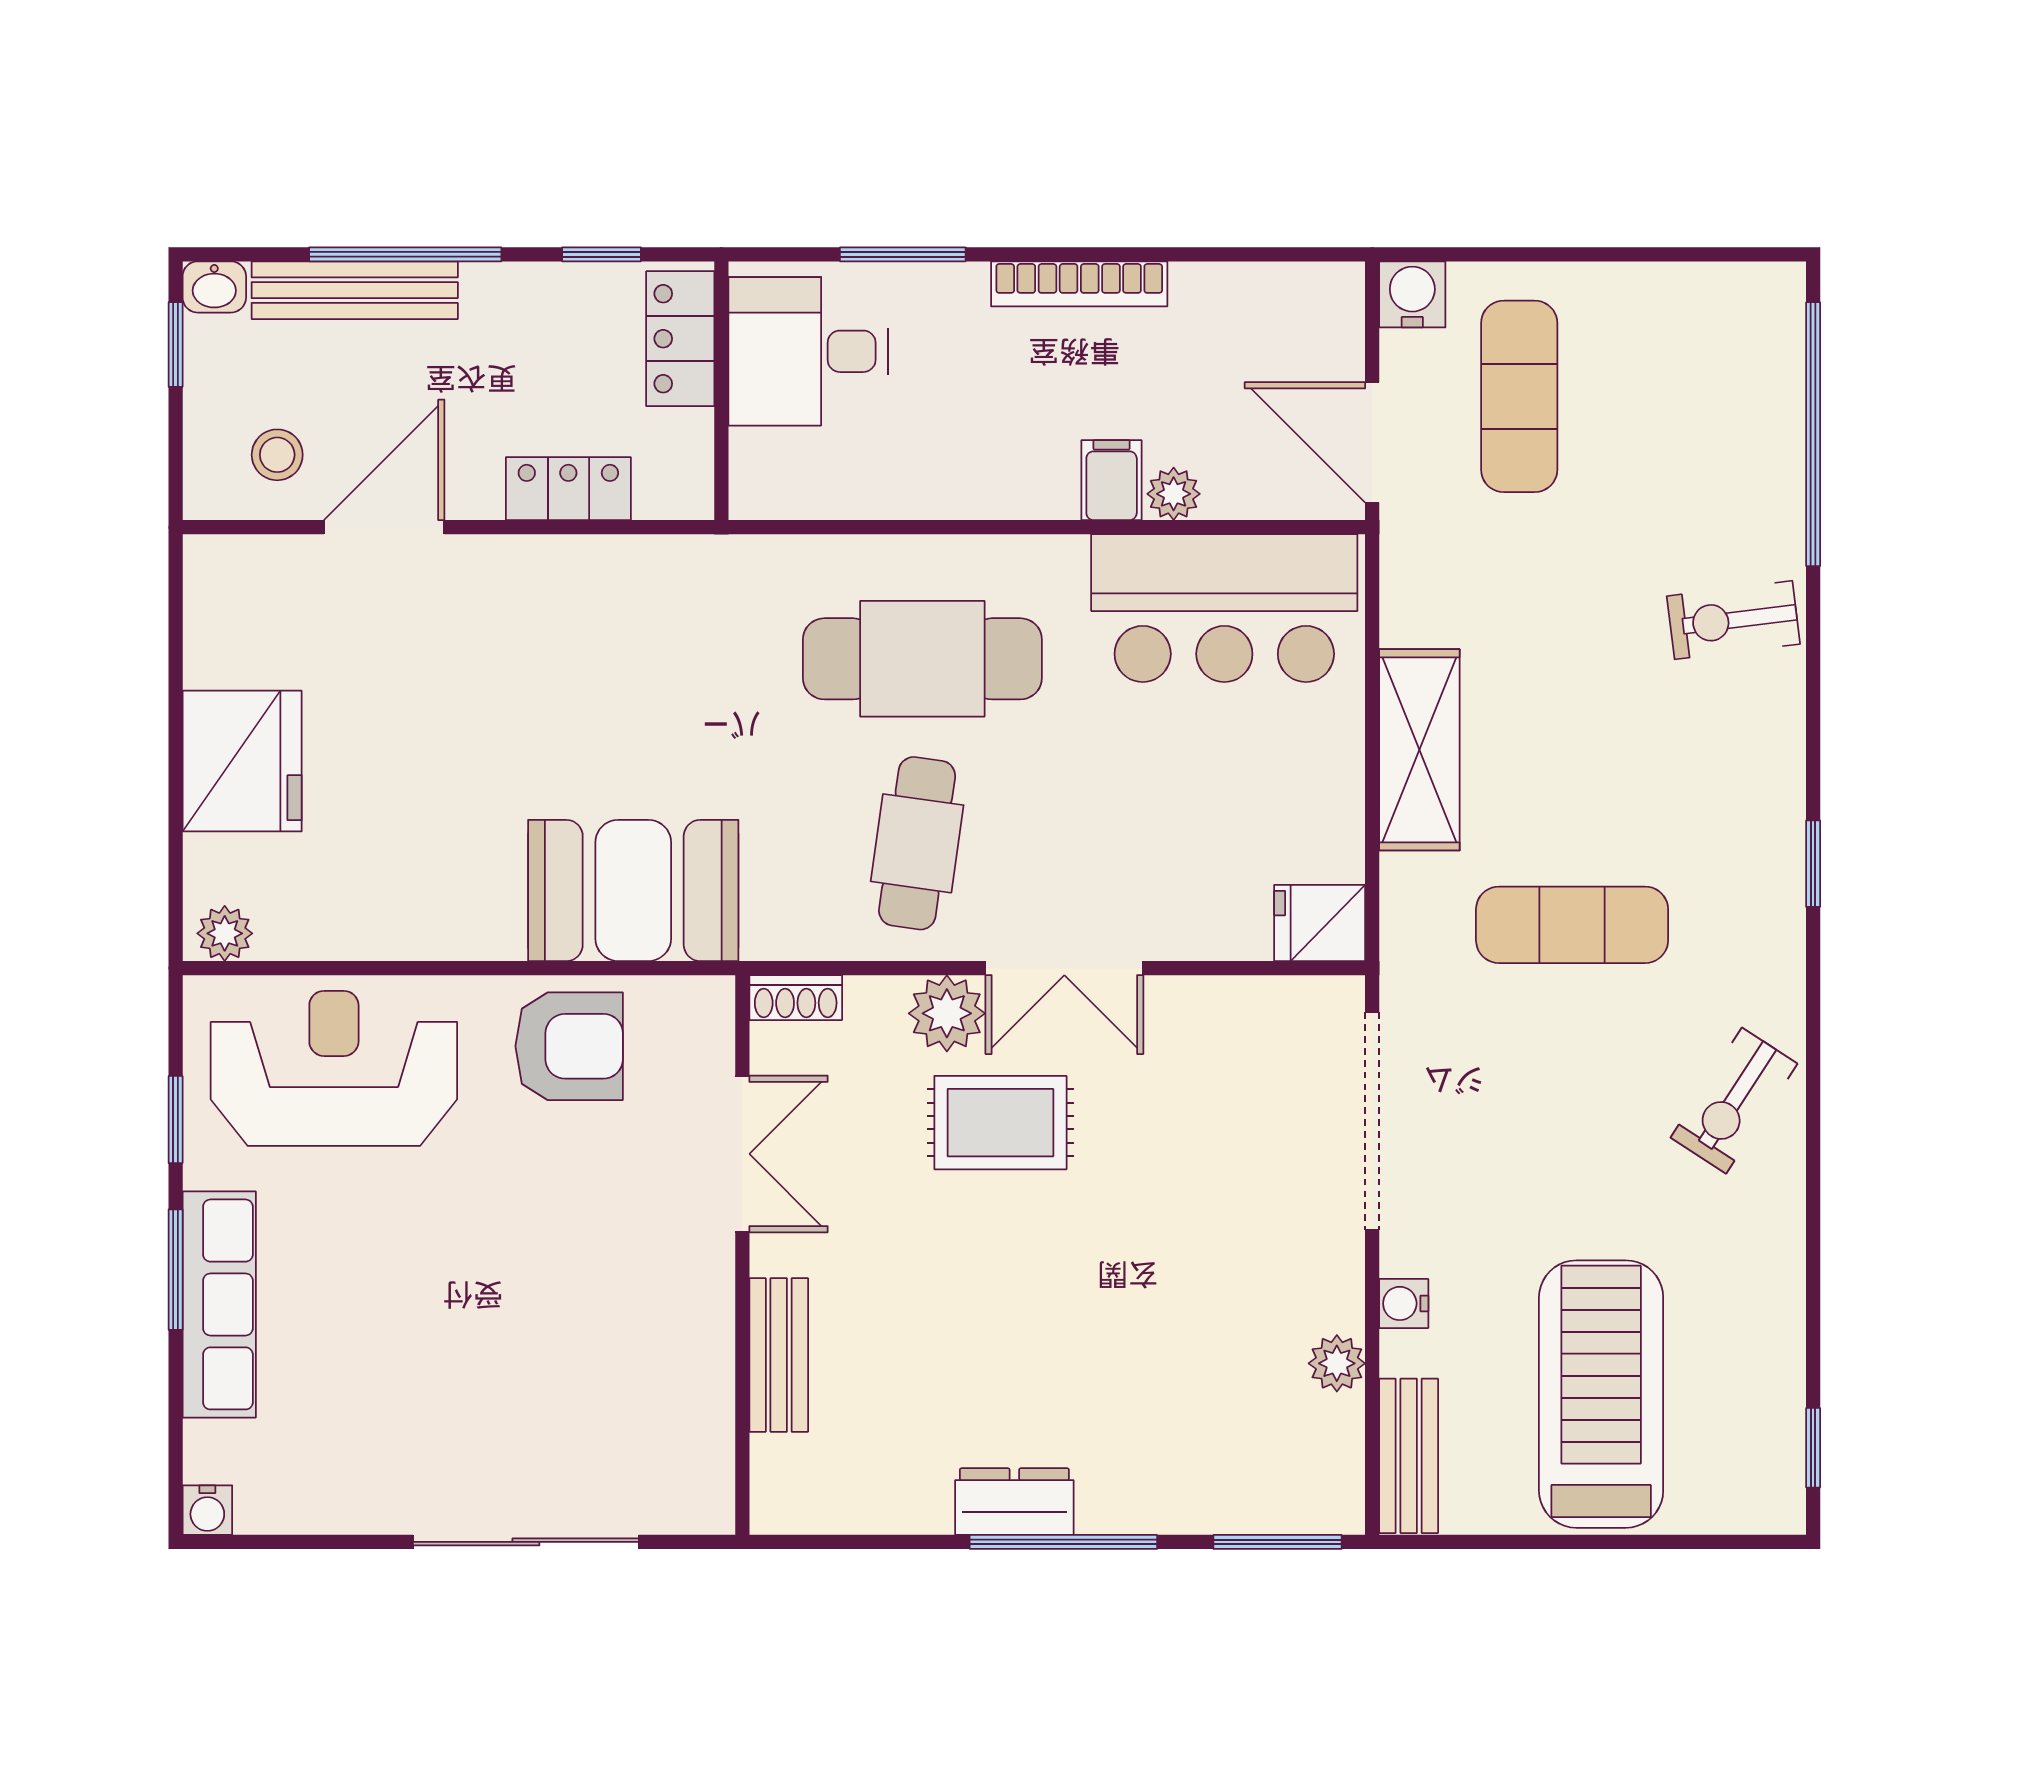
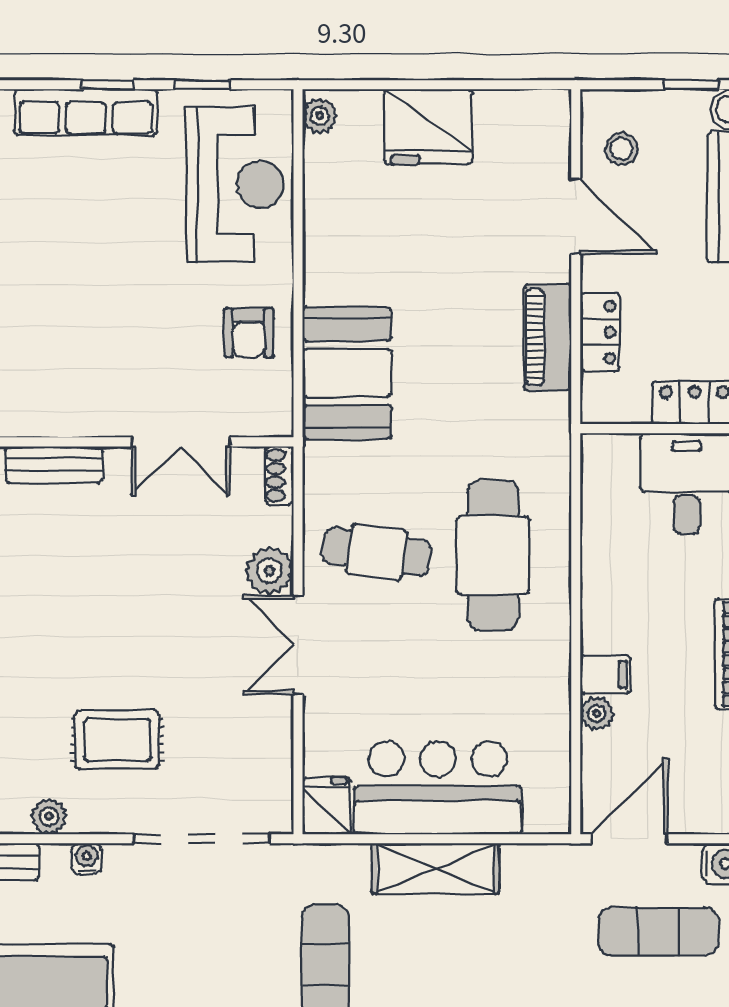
piano: (576, 572) -> (548, 337), added
bar counter: (1224, 608) -> (438, 788), moved, turned 90
armchair: (569, 1046) -> (249, 333), width x0.72, depth x0.72
rug: (1000, 1123) -> (117, 740), moved, turned 90
window: (176, 1270) -> (108, 85), width x0.67

